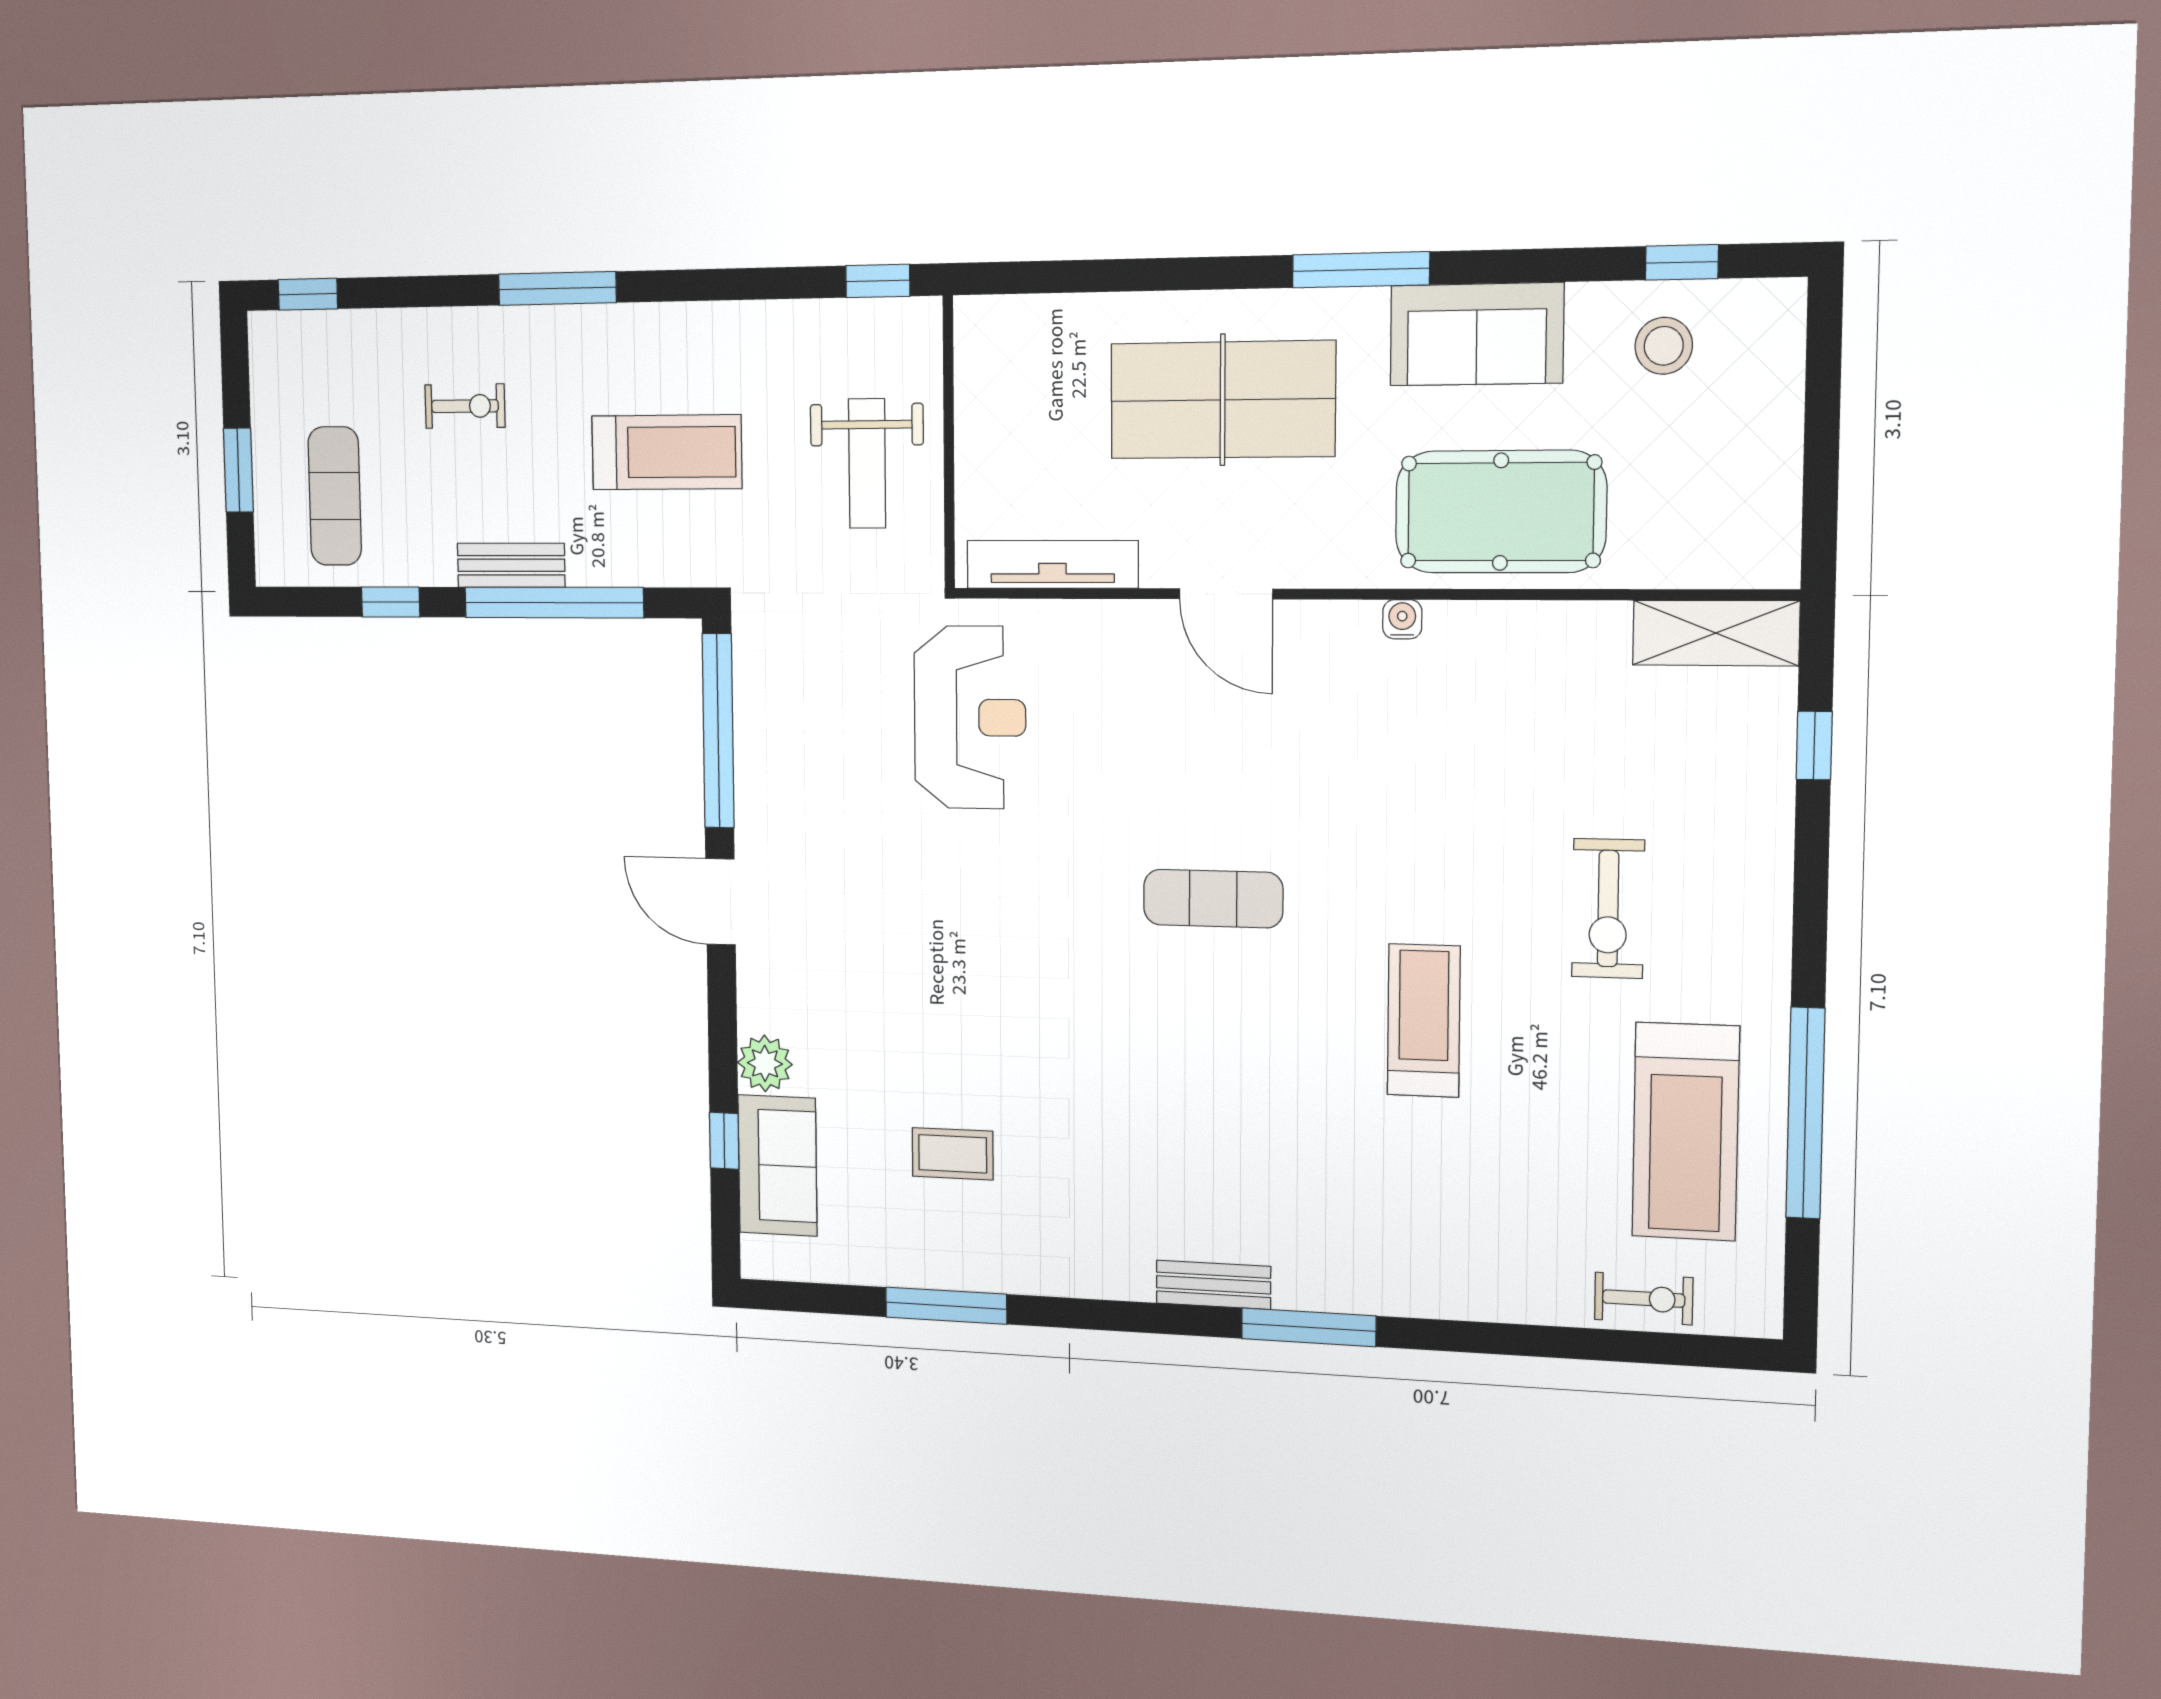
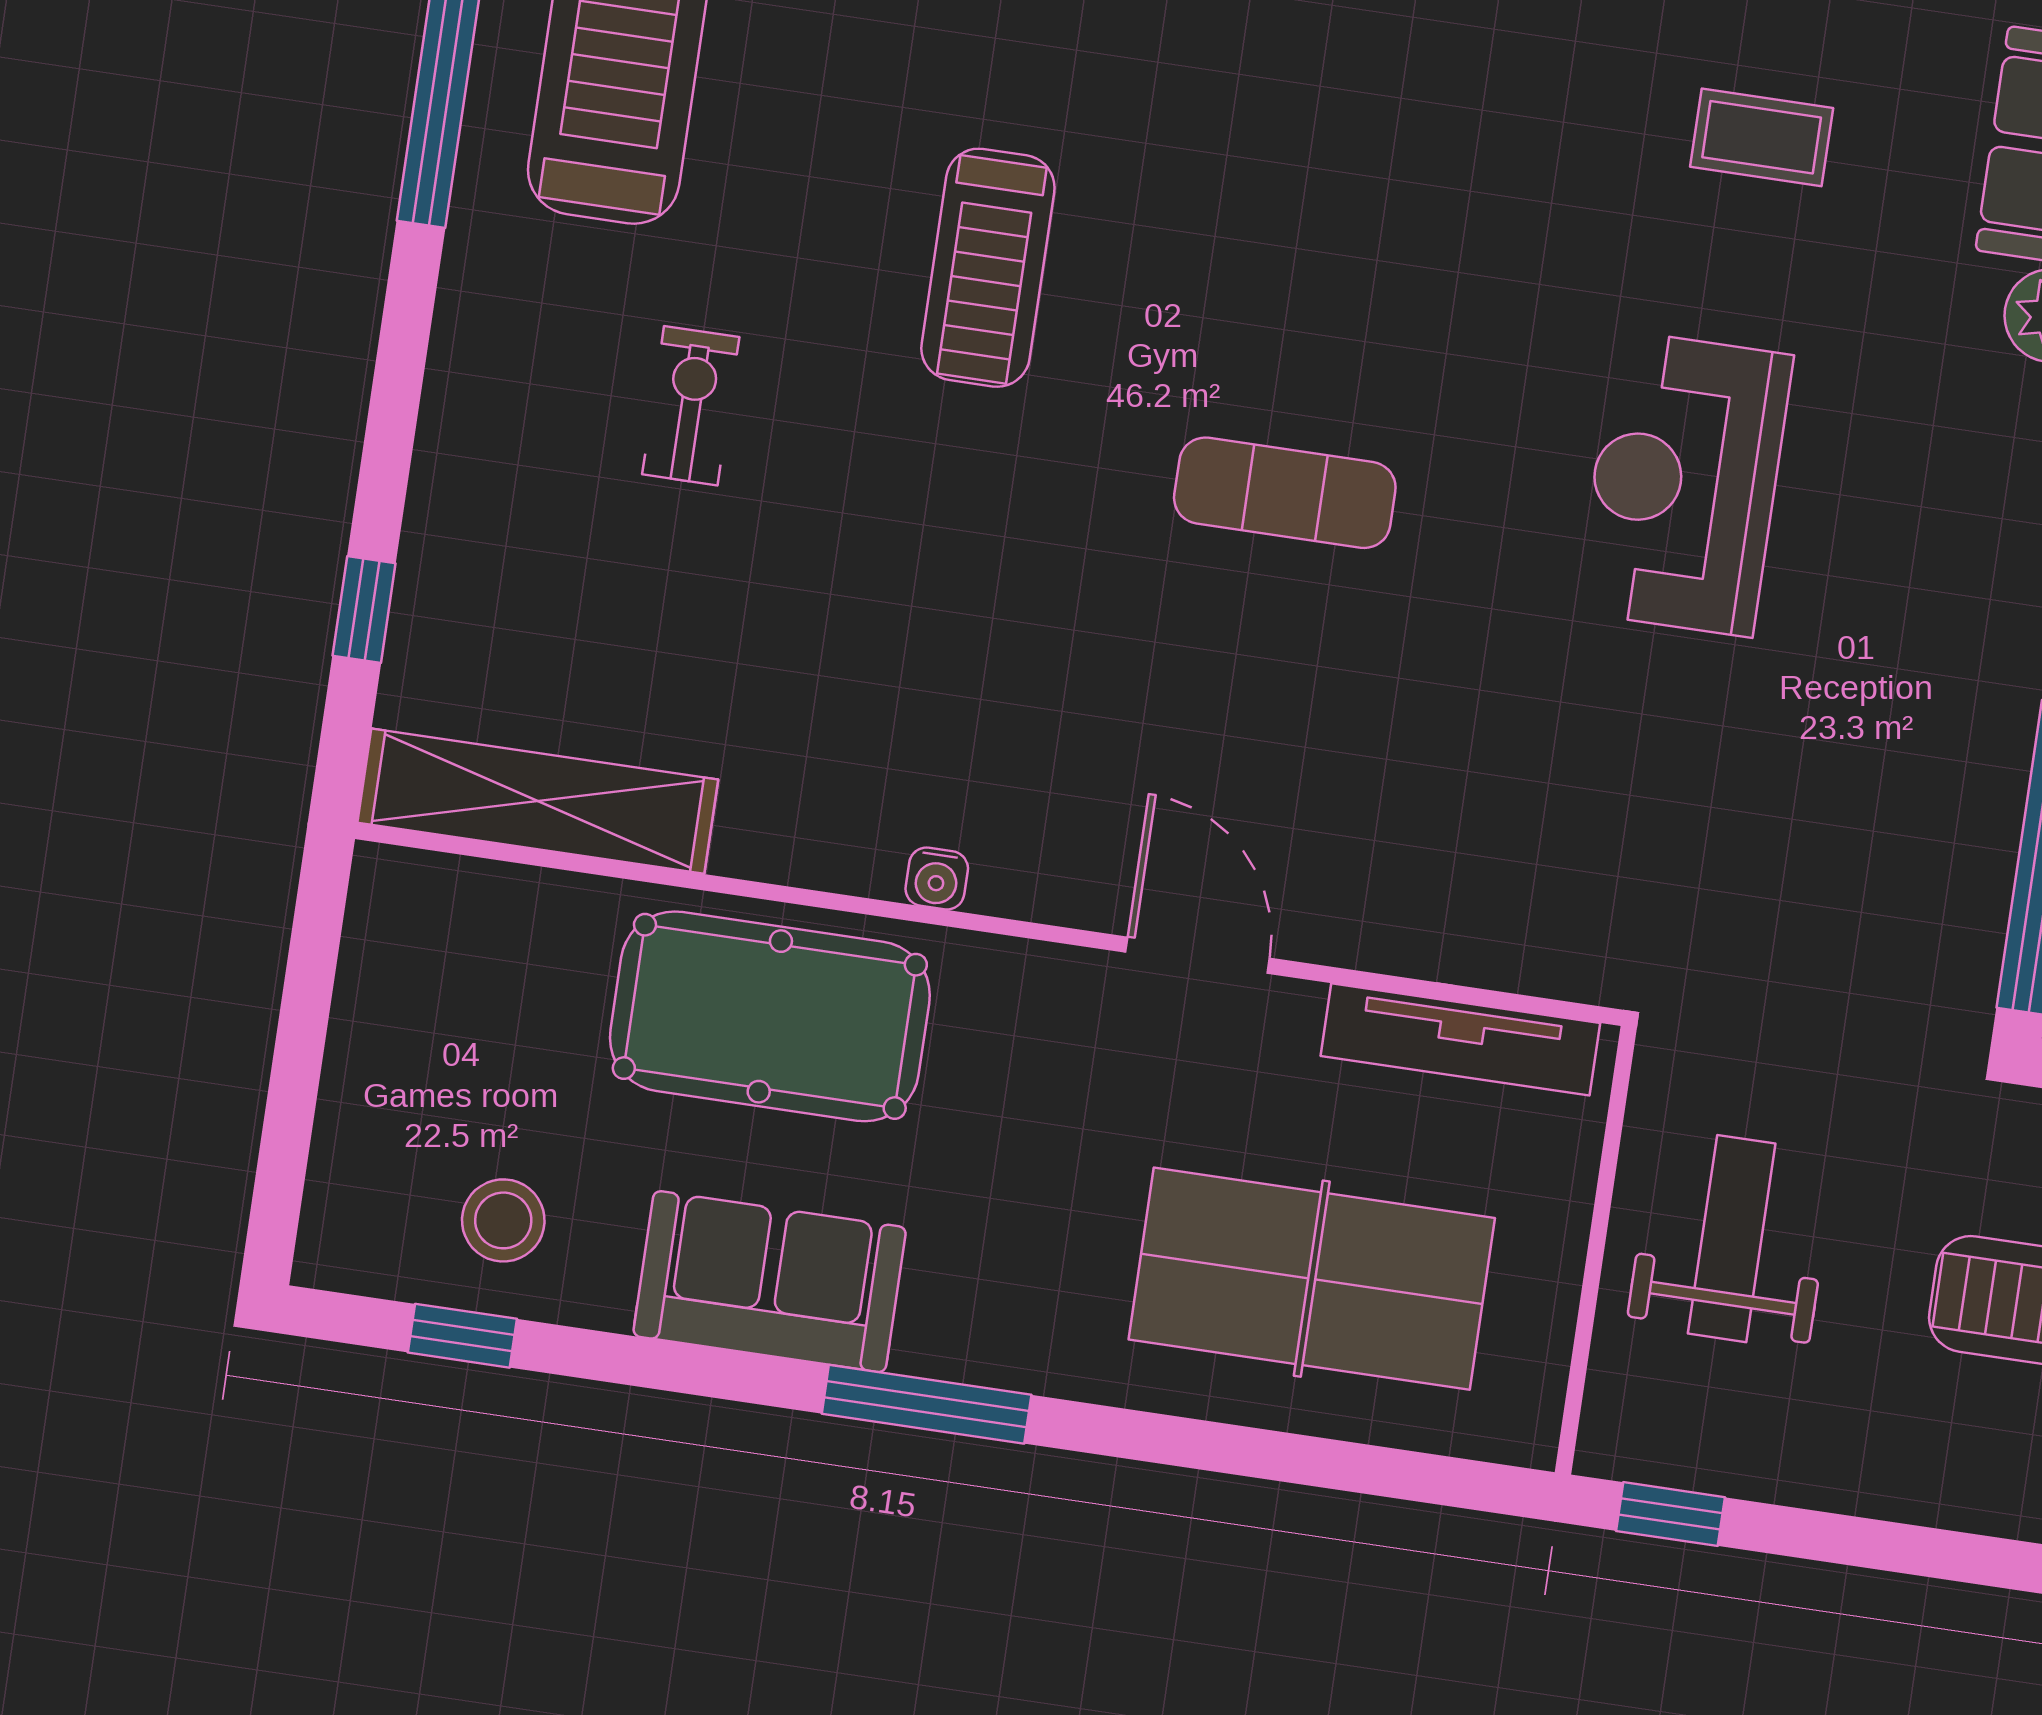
table tennis table: (1223, 400) -> (1312, 1279), moved
shelving: (1716, 633) -> (538, 801), width x1.47
reception desk: (970, 717) -> (1684, 483), moved
exercise bike: (1608, 909) -> (691, 406), width x0.73, depth x0.72

